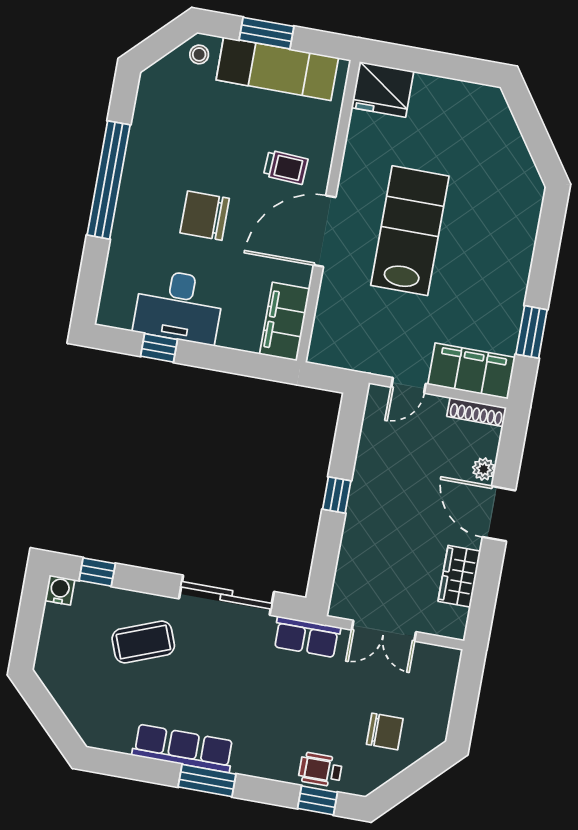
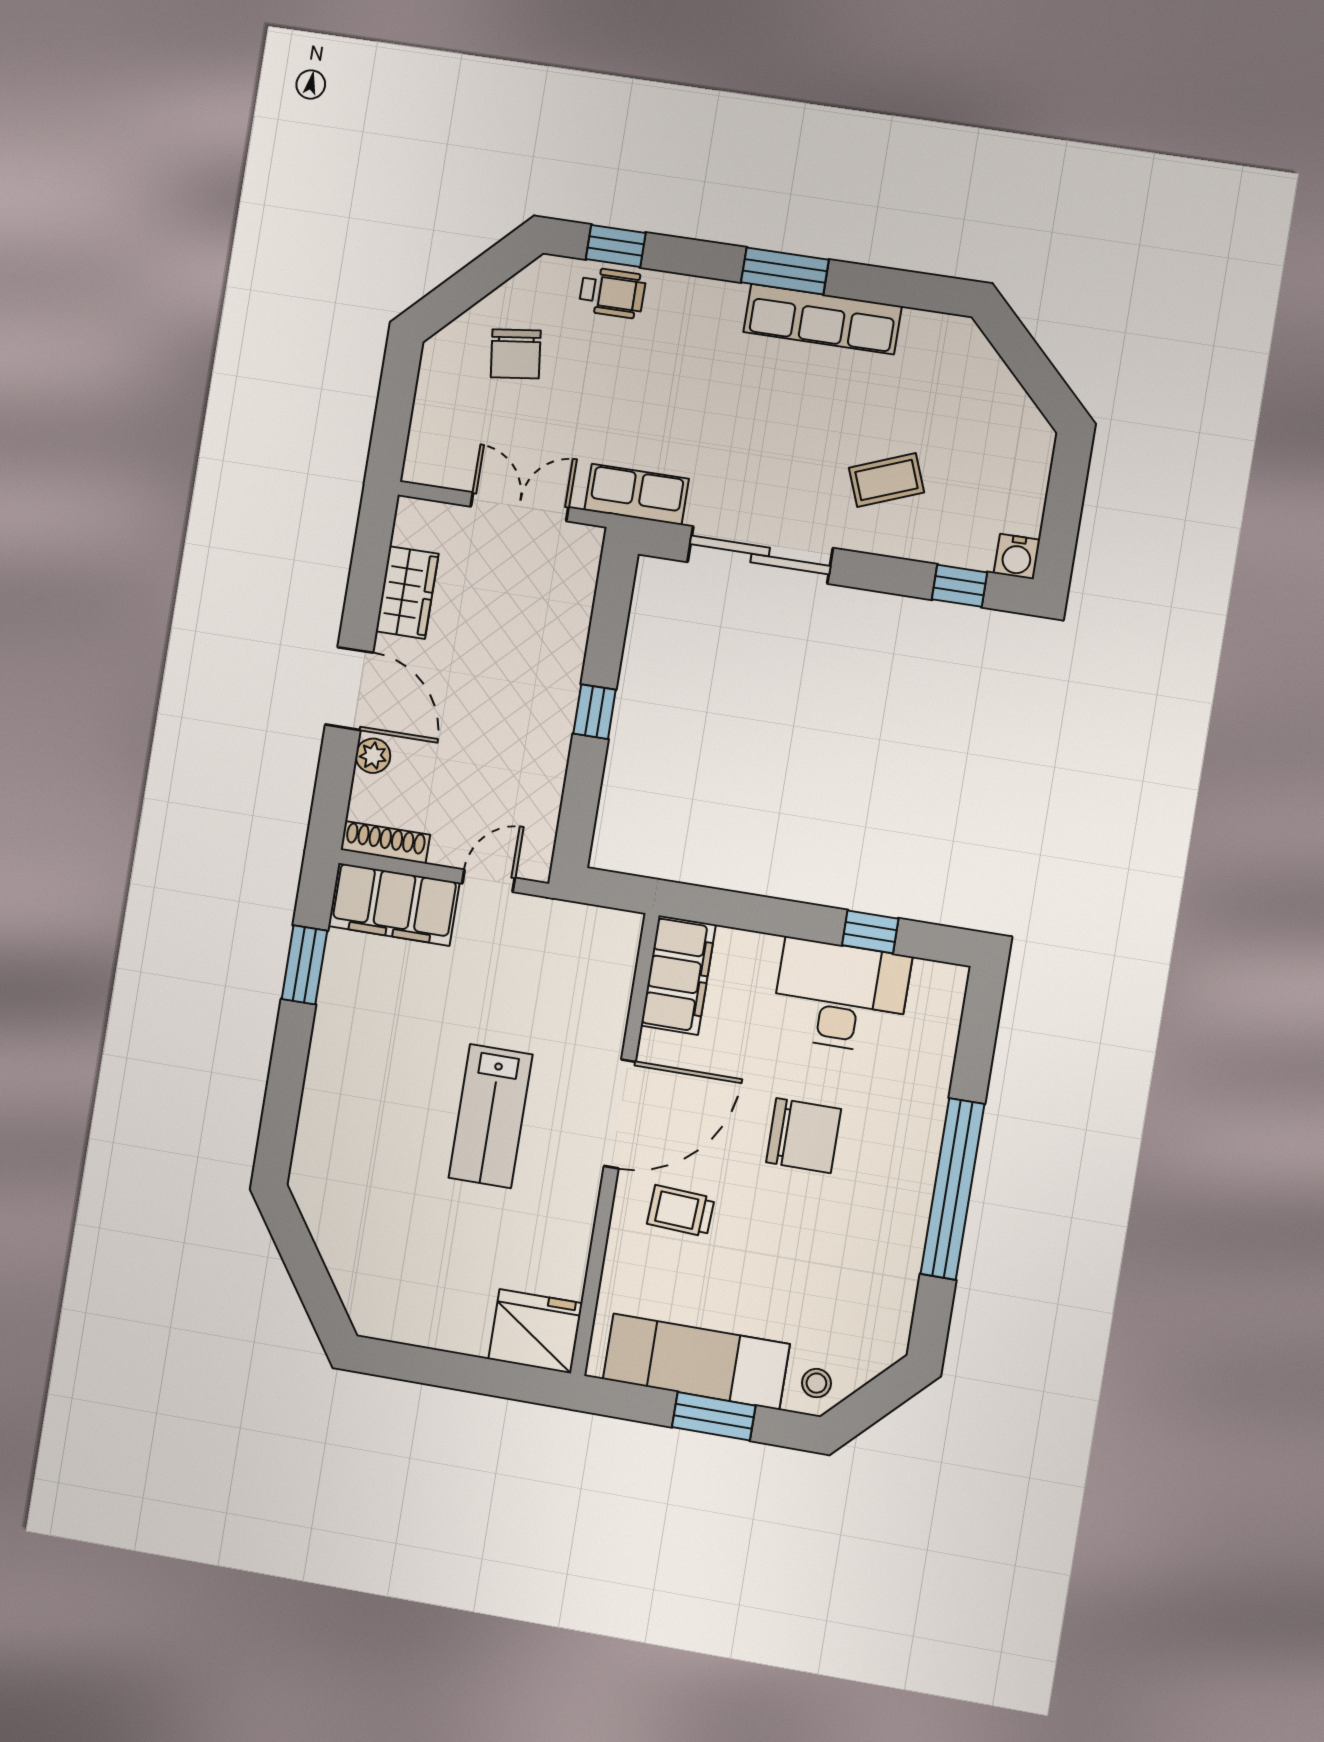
lab bench: (410, 231) -> (491, 1116), width x0.73, depth x0.72
coffee table: (143, 642) -> (887, 480), width x0.73, depth x0.77
chair: (385, 731) -> (516, 354), turned -97

